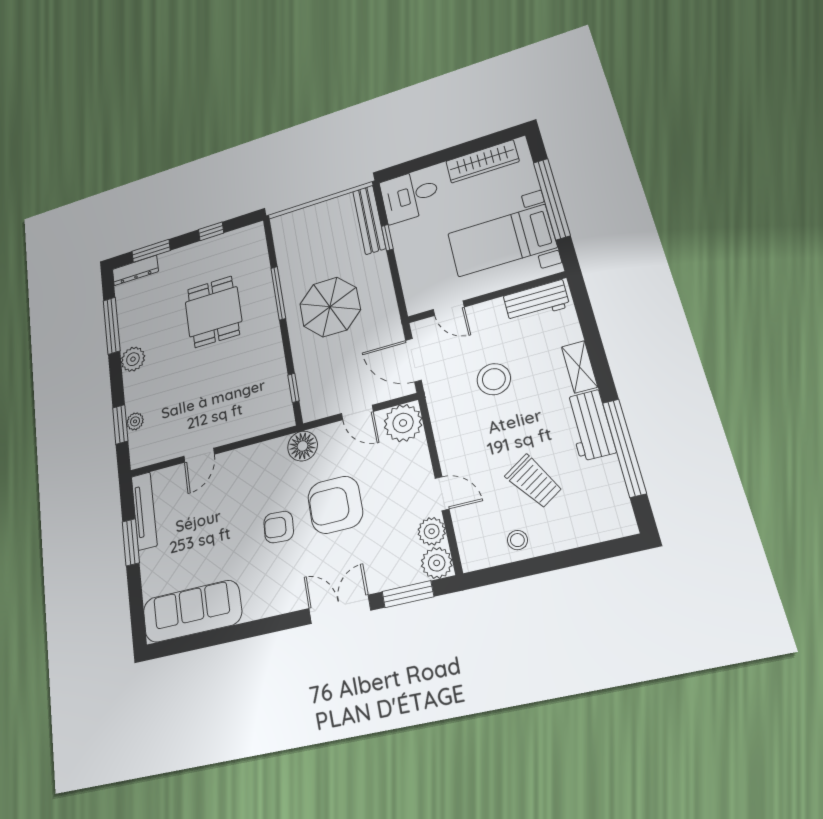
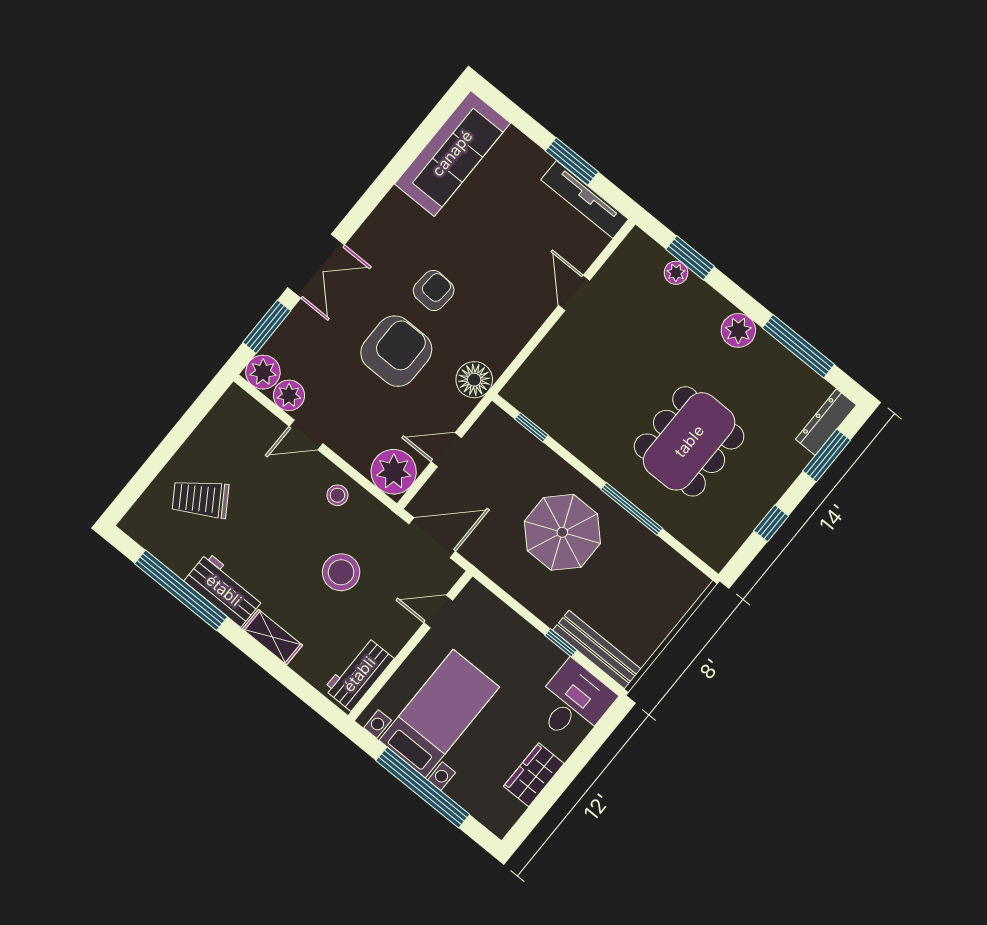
wardrobe: (482, 161) -> (534, 775), width x0.67
dining table: (213, 312) -> (689, 441), width x1.38
trolley: (534, 481) -> (201, 499), moved
stool: (517, 540) -> (337, 495), moved

